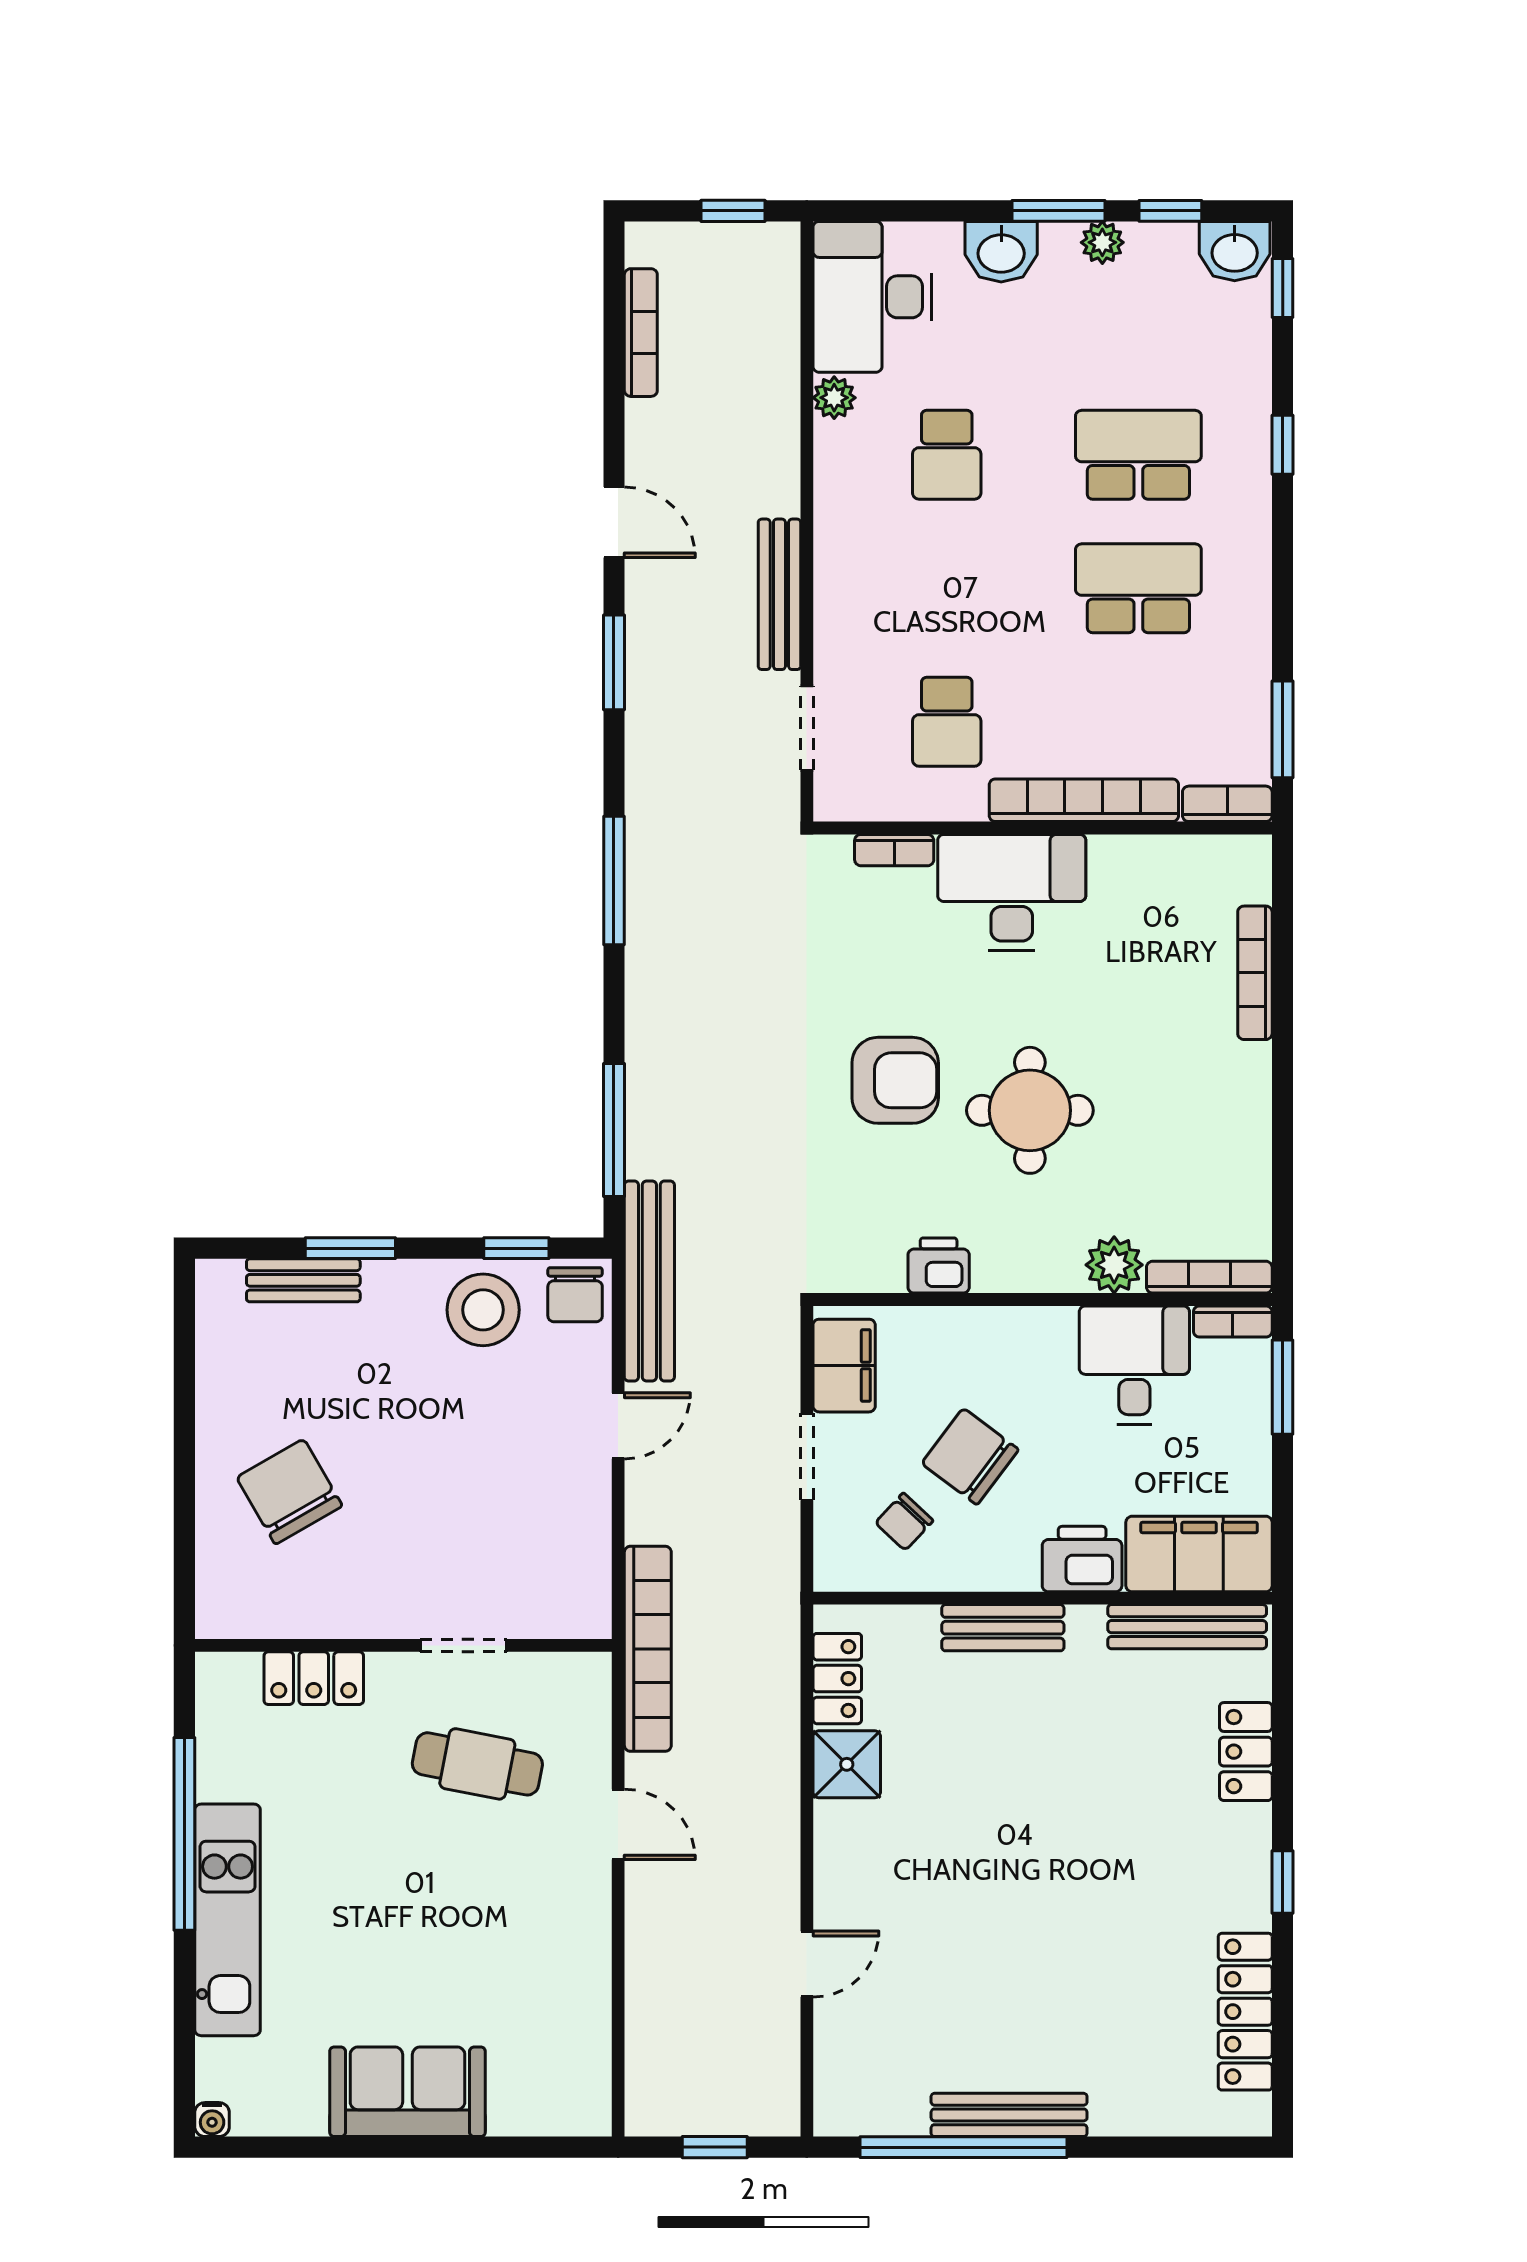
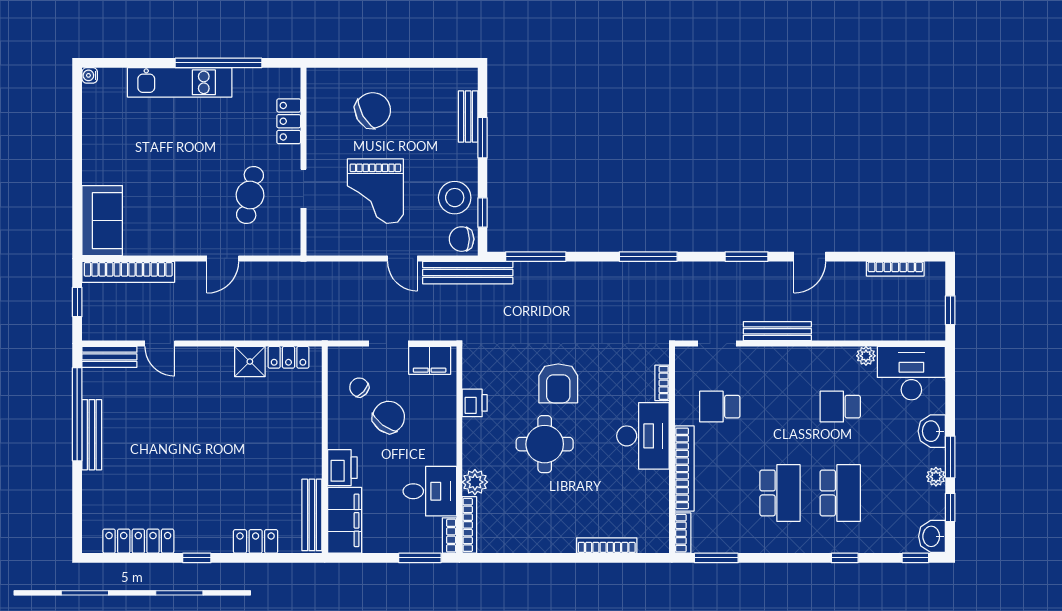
grand piano: (469, 1486) -> (375, 191), added
bench: (1003, 1628) -> (109, 357), moved, turned 90
bookcase: (648, 1649) -> (128, 272), moved
sofa: (407, 2092) -> (102, 221), moved

